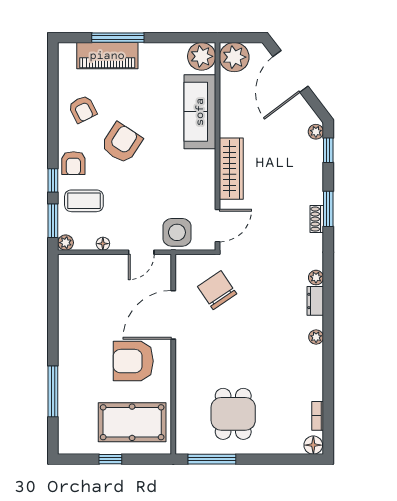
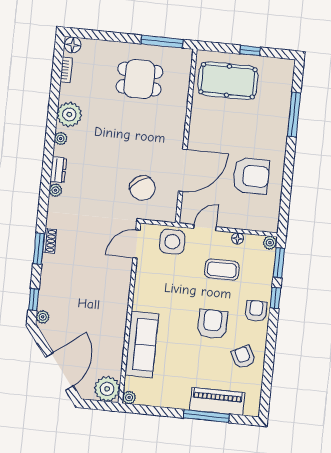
plant: (202, 56) -> (129, 397), width x0.53, depth x0.53
armchair: (122, 143) -> (212, 324), turned 147
wardrobe: (231, 169) -> (119, 292), removed
coffee table: (84, 201) -> (222, 270), moved
armchair: (133, 361) -> (251, 176), moved
plant: (309, 365) -> (69, 114), added
dining table: (233, 414) -> (139, 79), turned 90

